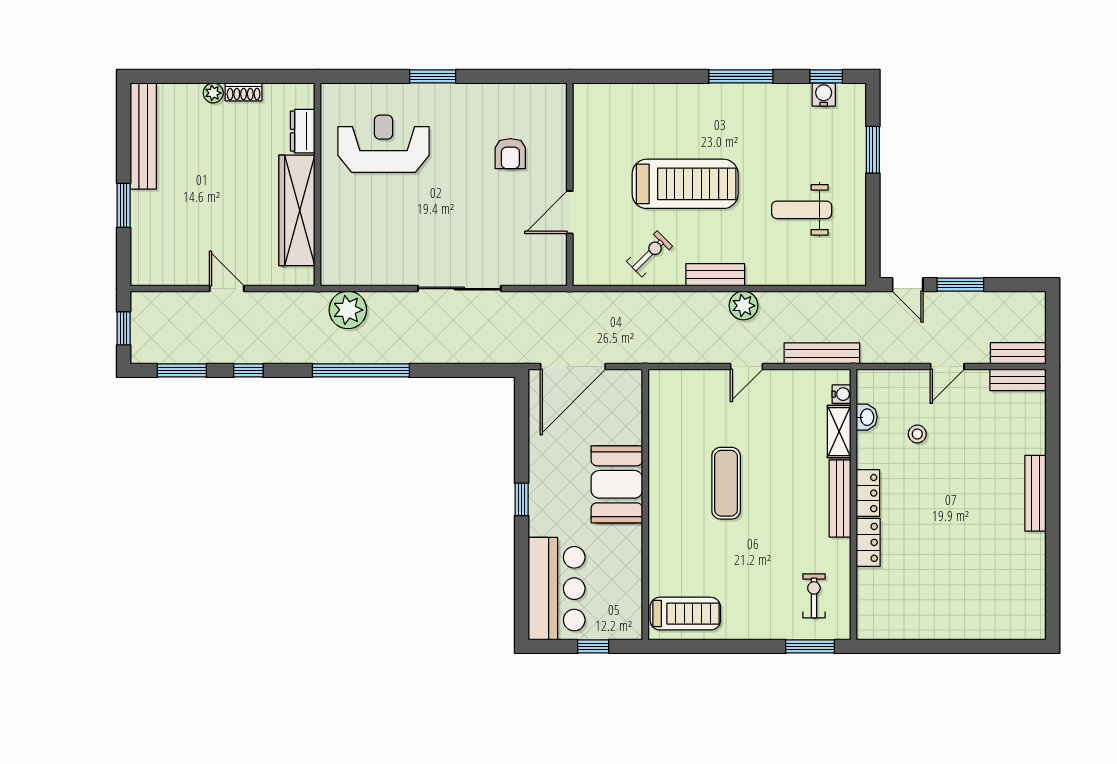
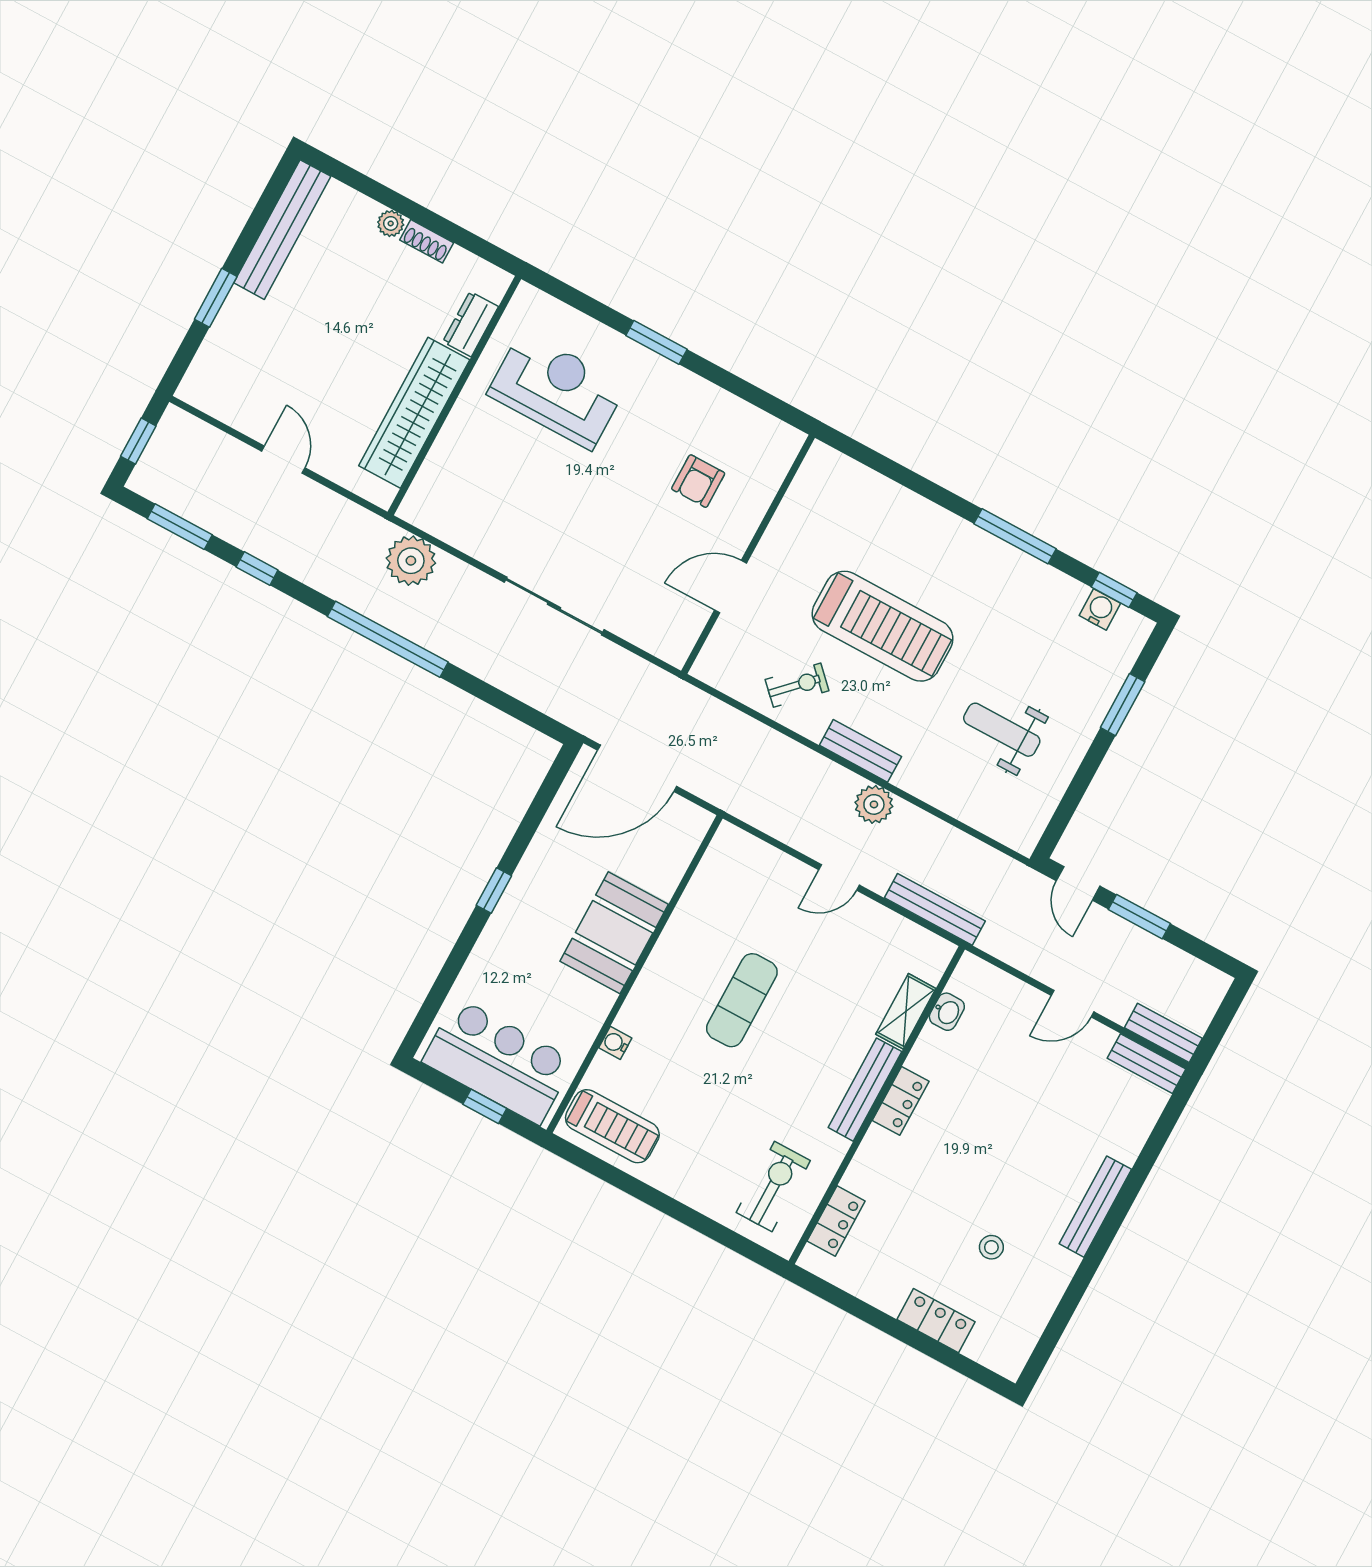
water cooler: (842, 394) -> (615, 1043), moved, turned 180
stool: (917, 434) -> (991, 1247), moved
locker: (868, 542) -> (836, 1221), moved
bar counter: (557, 589) -> (498, 1061), moved, turned -90
exercise bike: (814, 596) -> (773, 1187), width x1.38, depth x1.39
locker: (970, 626) -> (936, 1321), added
window: (810, 646) -> (737, 1243), removed

